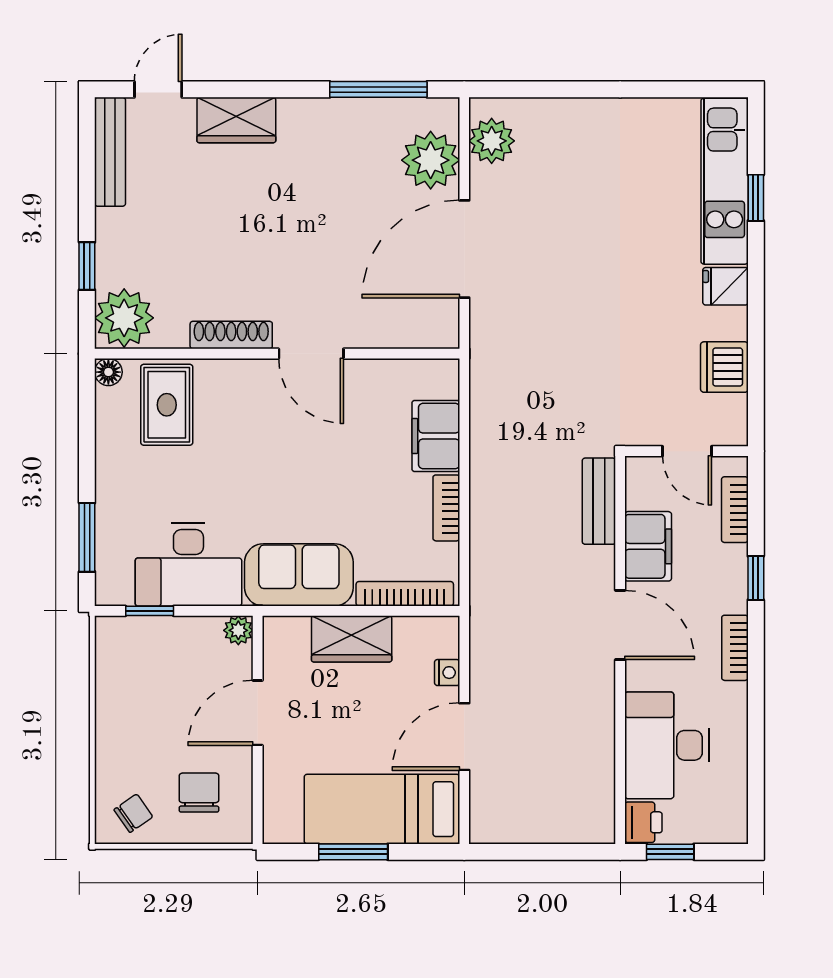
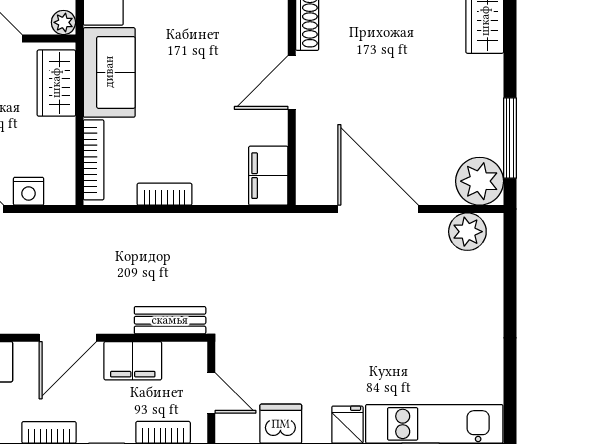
plant: (431, 160) -> (480, 181), moved
filing cabinet: (436, 436) -> (268, 176), moved, turned -90
door: (687, 451) -> (211, 393), swing flipped
wardrobe: (352, 639) -> (56, 83), moved
nightstand: (447, 673) -> (29, 191), width x1.39, depth x1.35

